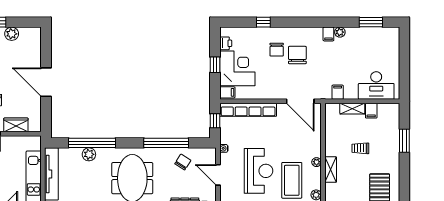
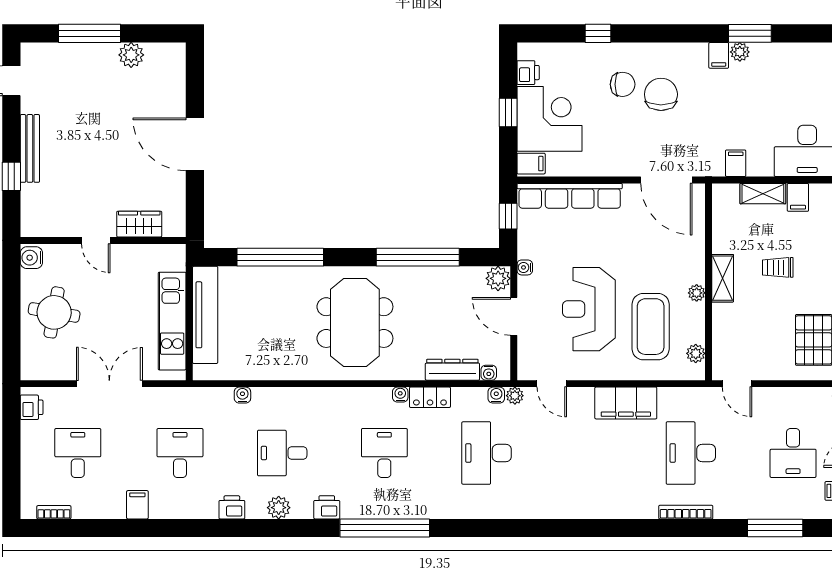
window: (371, 22) -> (750, 33), moved
chair: (277, 50) -> (623, 84), turned -90
plant: (89, 154) -> (498, 278), moved
chair: (183, 162) -> (449, 293), removed
shelving: (331, 170) -> (723, 278), moved
reception desk: (258, 171) -> (589, 309), turned 180

